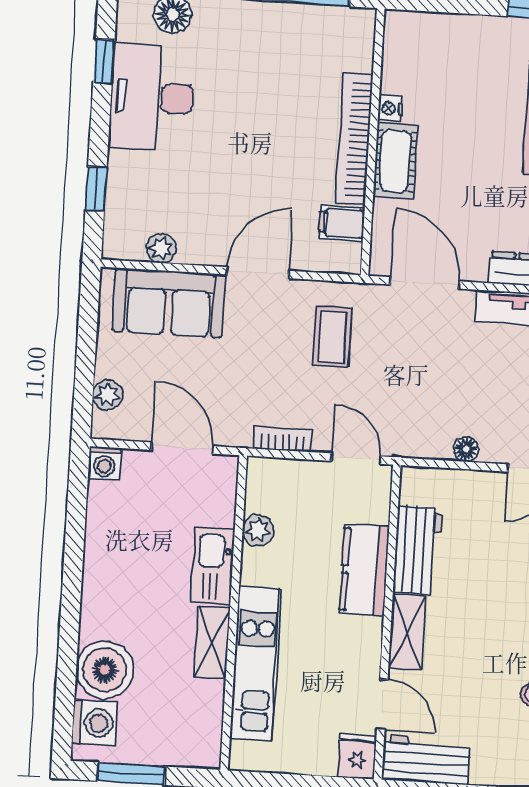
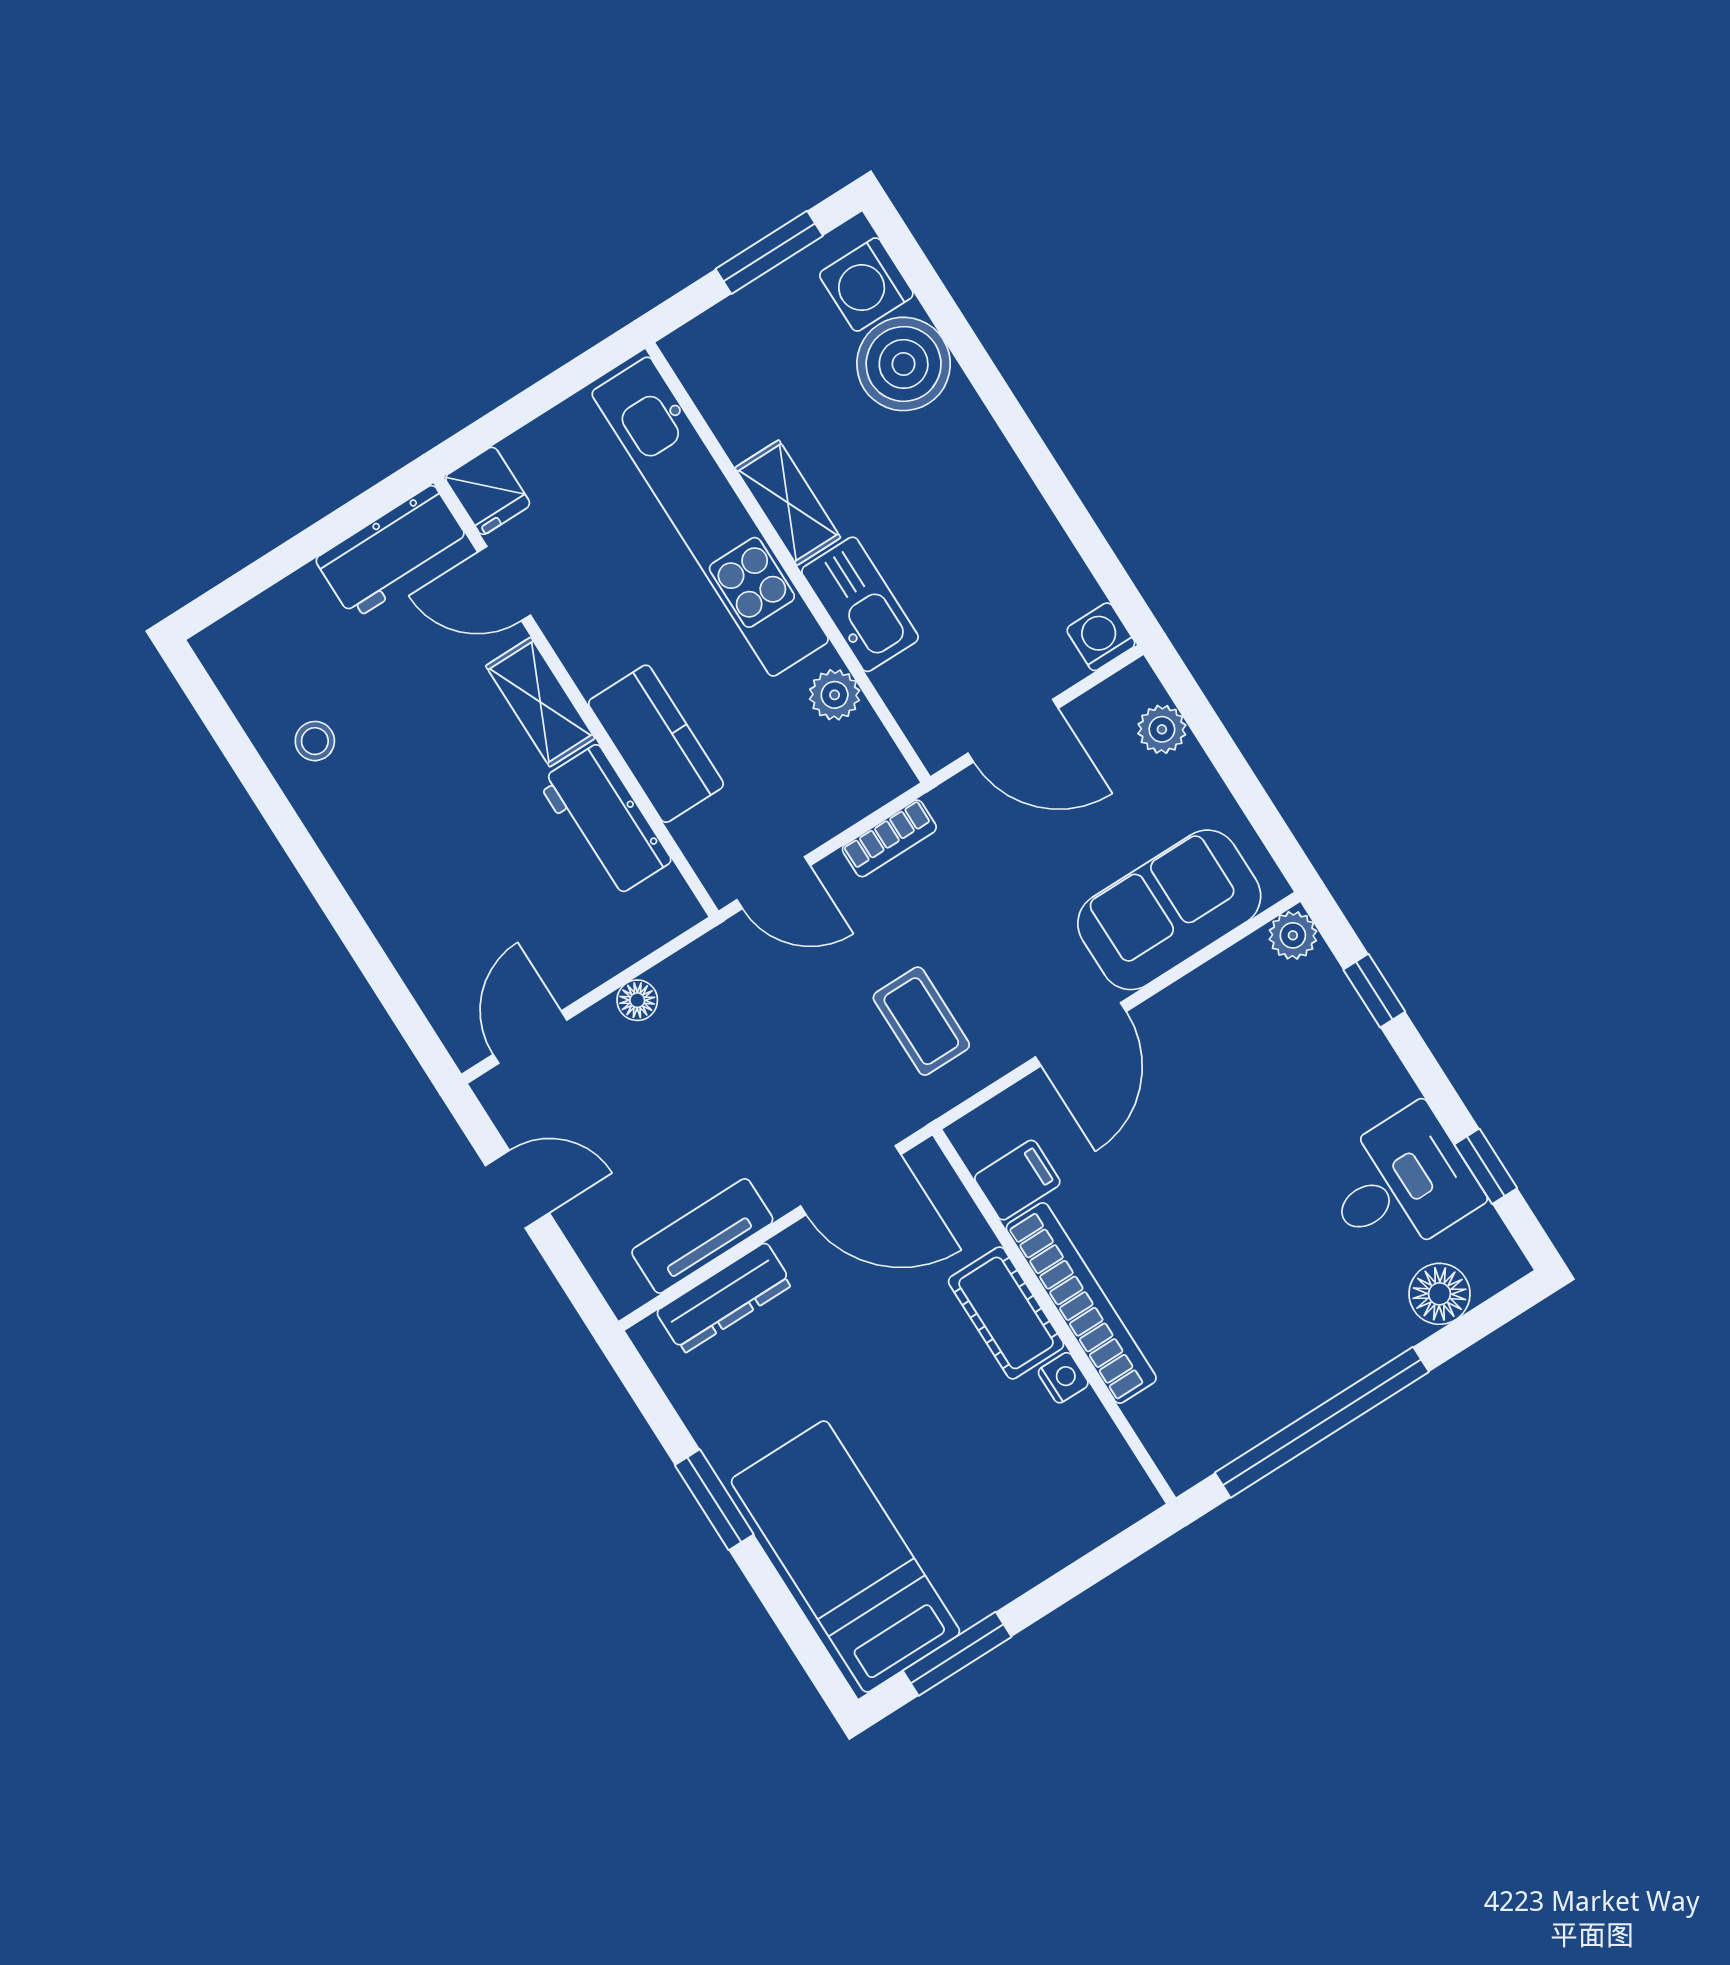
desk: (152, 97) -> (1400, 1184), width x0.73
plant: (161, 248) -> (1293, 935), moved
kitchen unit: (256, 664) -> (710, 517), width x1.36

